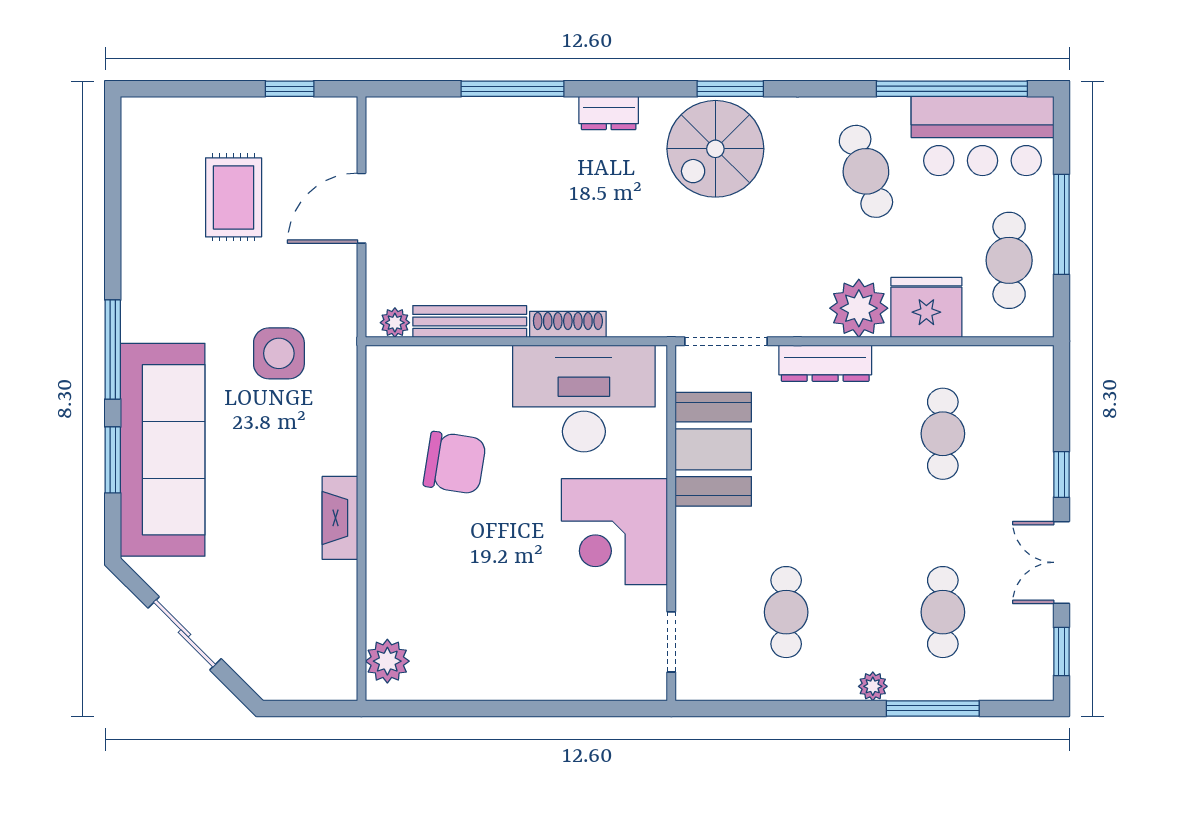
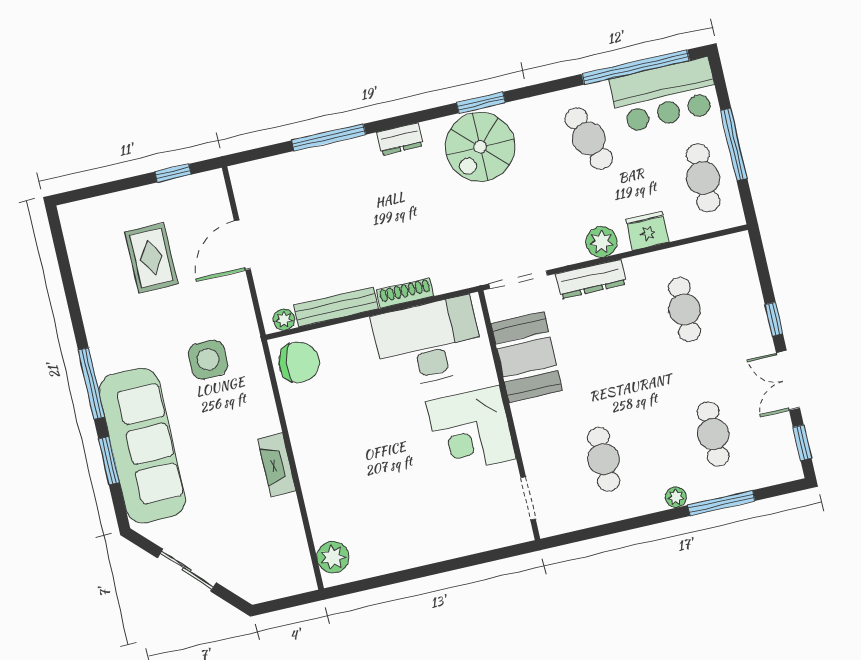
fridge: (926, 307) -> (647, 231), width x0.73, depth x0.75
plant: (859, 308) -> (602, 242), width x0.73, depth x0.73
chair: (455, 463) -> (299, 362), moved

